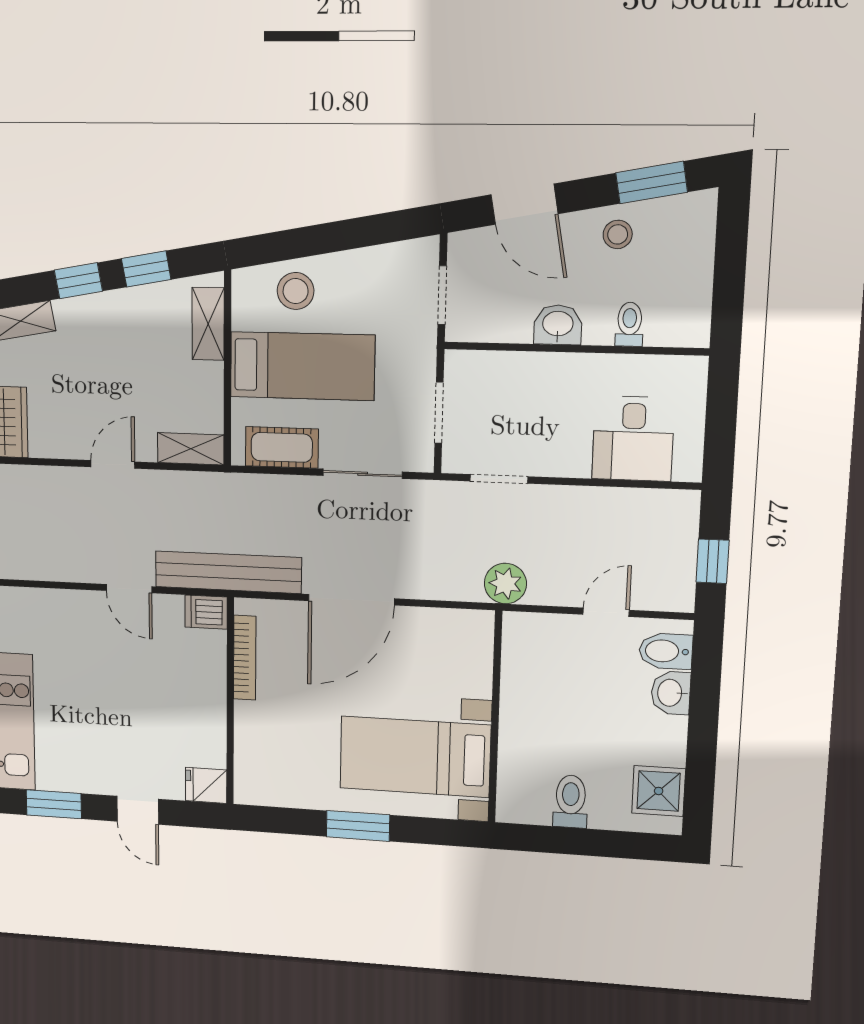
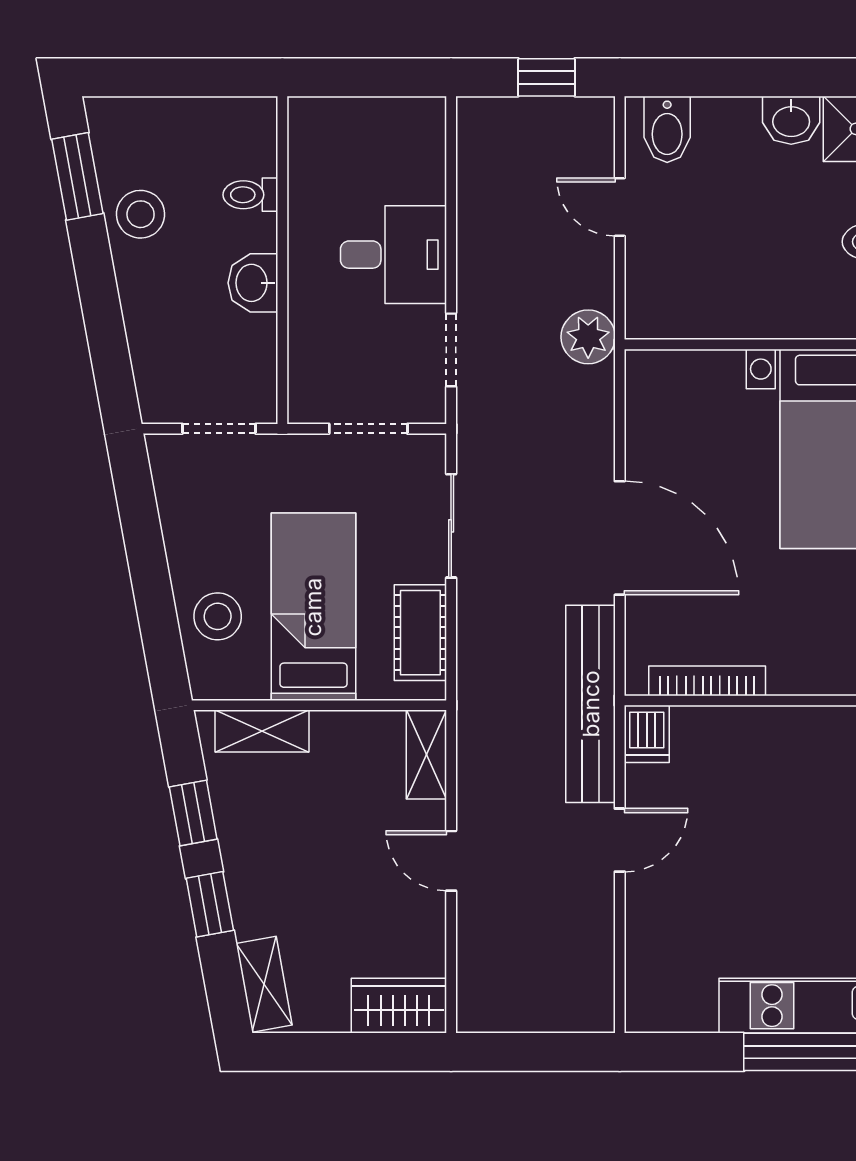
door: (524, 204) -> (105, 329), removed
stool: (618, 234) -> (141, 214), width x1.37, depth x1.37
desk: (633, 439) -> (394, 255), moved
washbasin: (671, 693) -> (791, 120), moved

